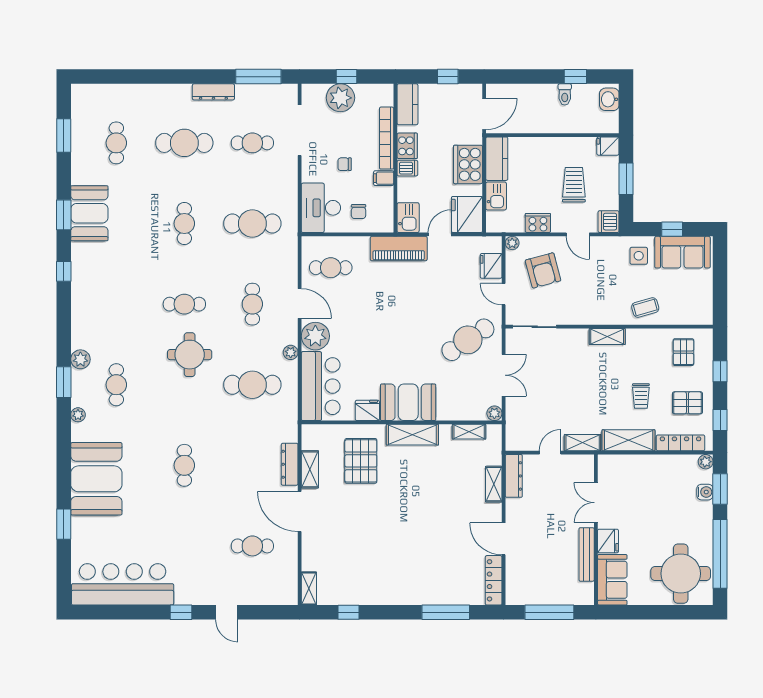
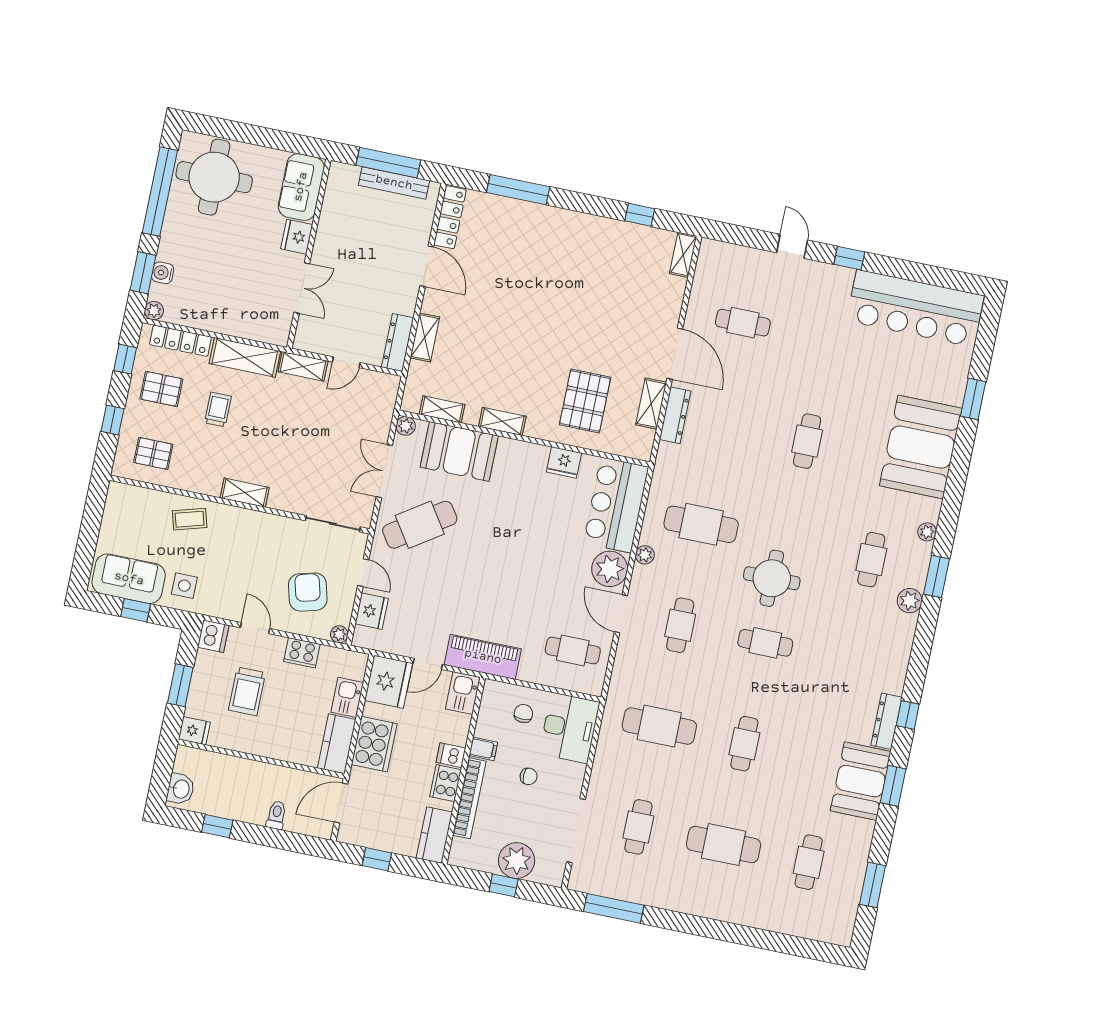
dresser: (213, 92) -> (886, 721), moved, turned -90
toilet: (565, 94) -> (276, 815), moved
cafe table: (252, 143) -> (638, 827), turned 90
pallet: (683, 352) -> (153, 453), turned 90
booth: (408, 402) -> (459, 451), moved
shelving: (412, 435) -> (502, 421), width x0.67, depth x0.75
bench: (587, 554) -> (394, 183), moved, turned 90

